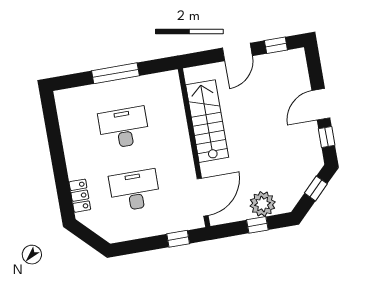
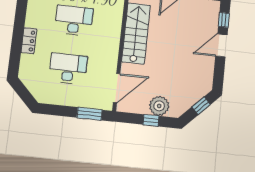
window: (327, 137) -> (224, 20), moved
locker: (80, 196) -> (29, 41), moved
window: (178, 239) -> (89, 114), width x1.50

